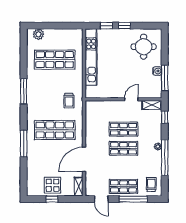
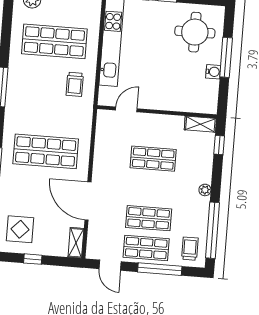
window: (165, 78) -> (226, 57), moved
door: (131, 99) -> (126, 109), moved
trolley: (69, 100) -> (75, 84), moved
shop shelf: (123, 148) -> (149, 218), moved
window: (165, 158) -> (212, 230), moved
door: (84, 159) -> (88, 201), hinge flipped
display table: (53, 185) -> (20, 229), moved

